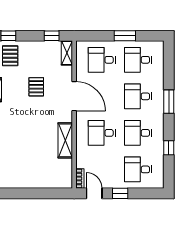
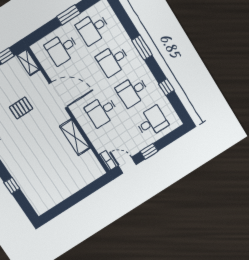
pallet: (36, 87) -> (21, 108), turned 90
desk: (138, 169) -> (152, 122), turned 180

